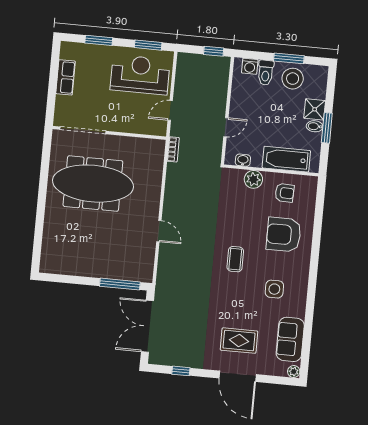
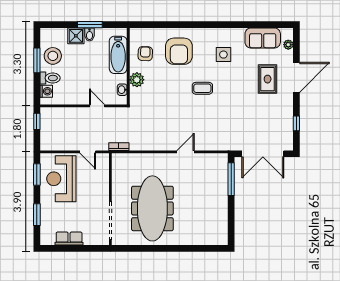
plant: (294, 372) -> (288, 45), moved

